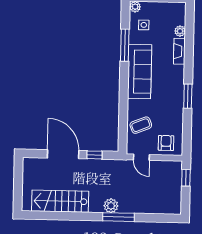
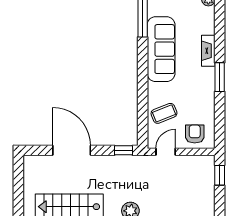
fireplace: (179, 51) -> (208, 51), moved
window: (95, 155) -> (124, 150), moved
door: (141, 157) -> (166, 152), swing flipped

